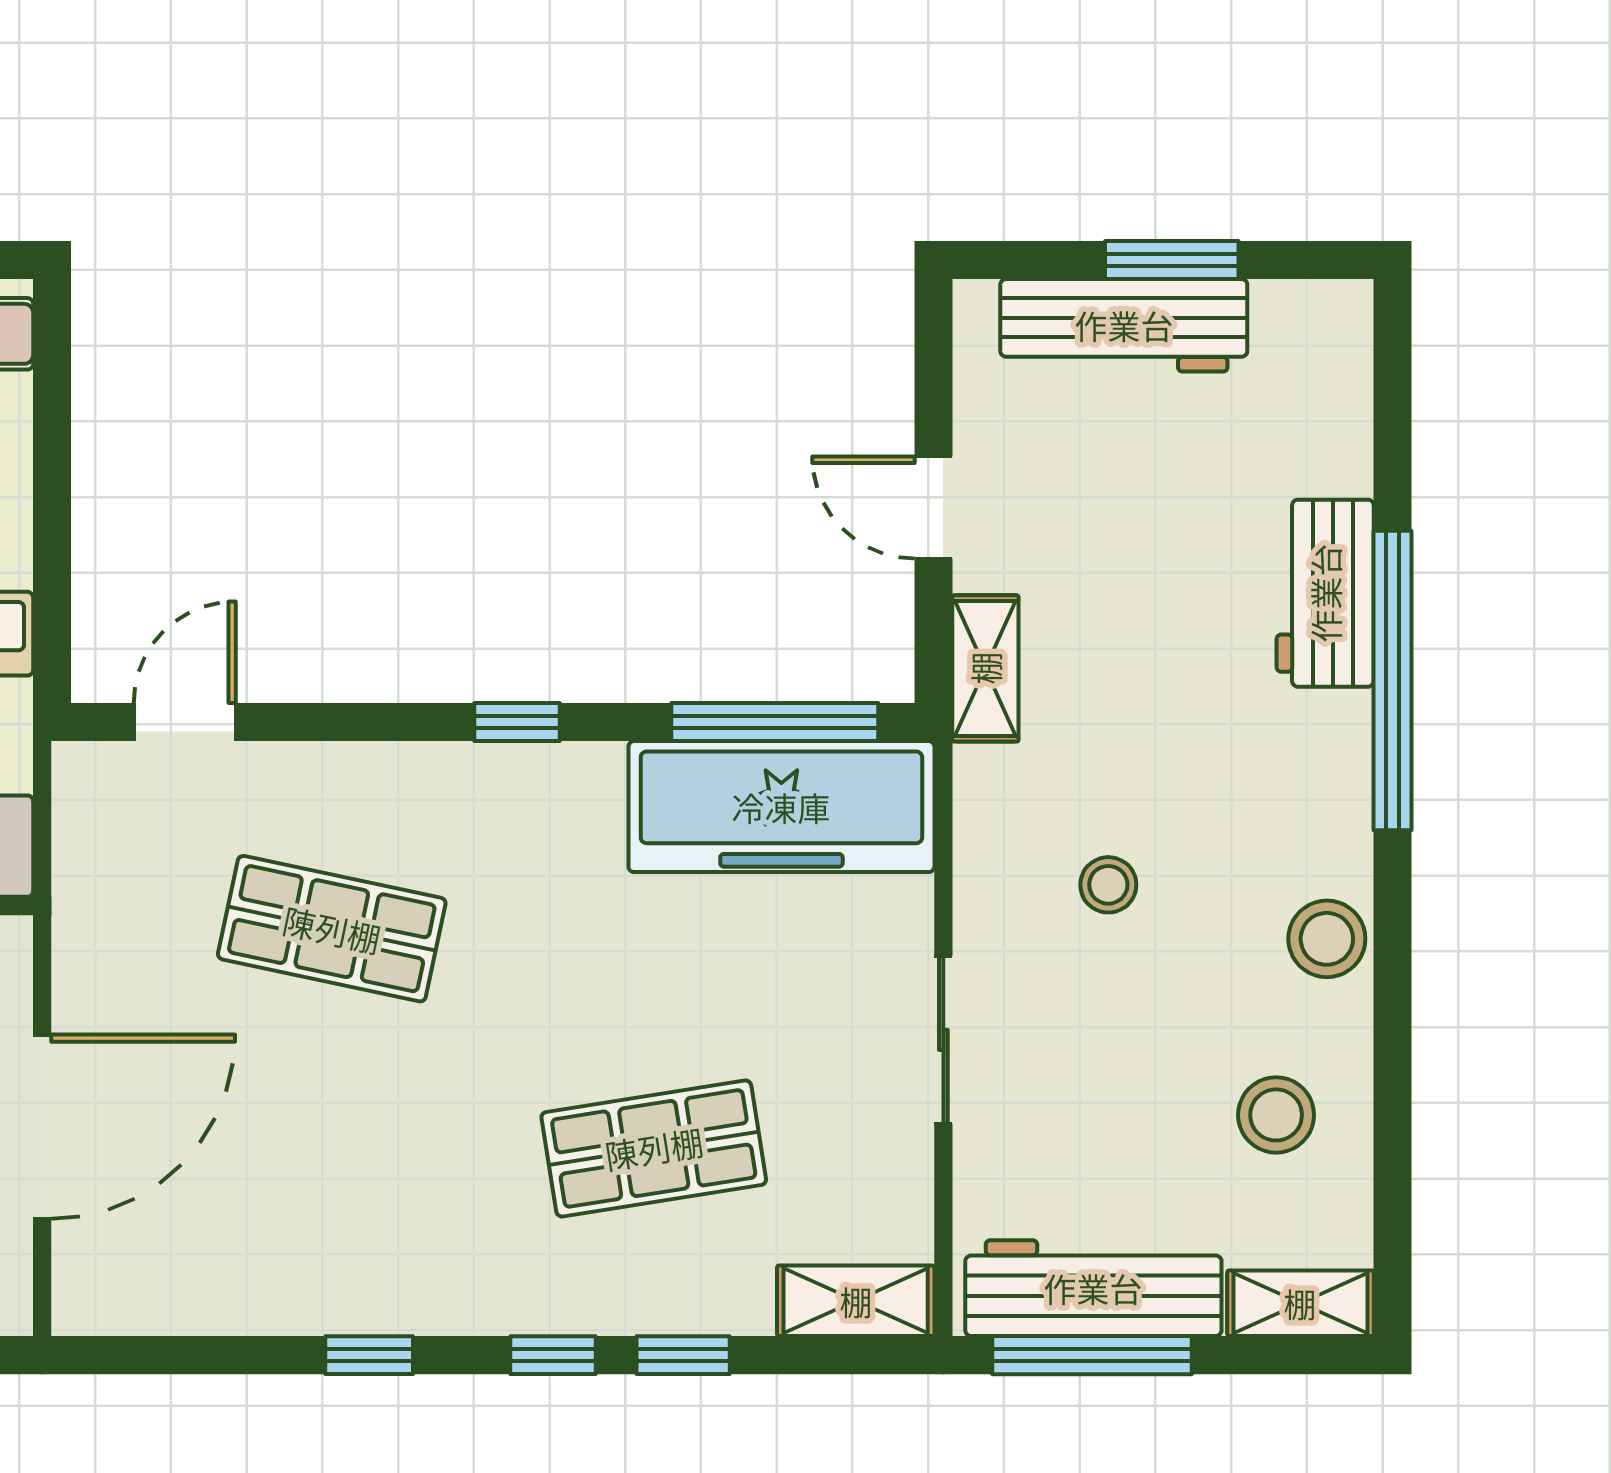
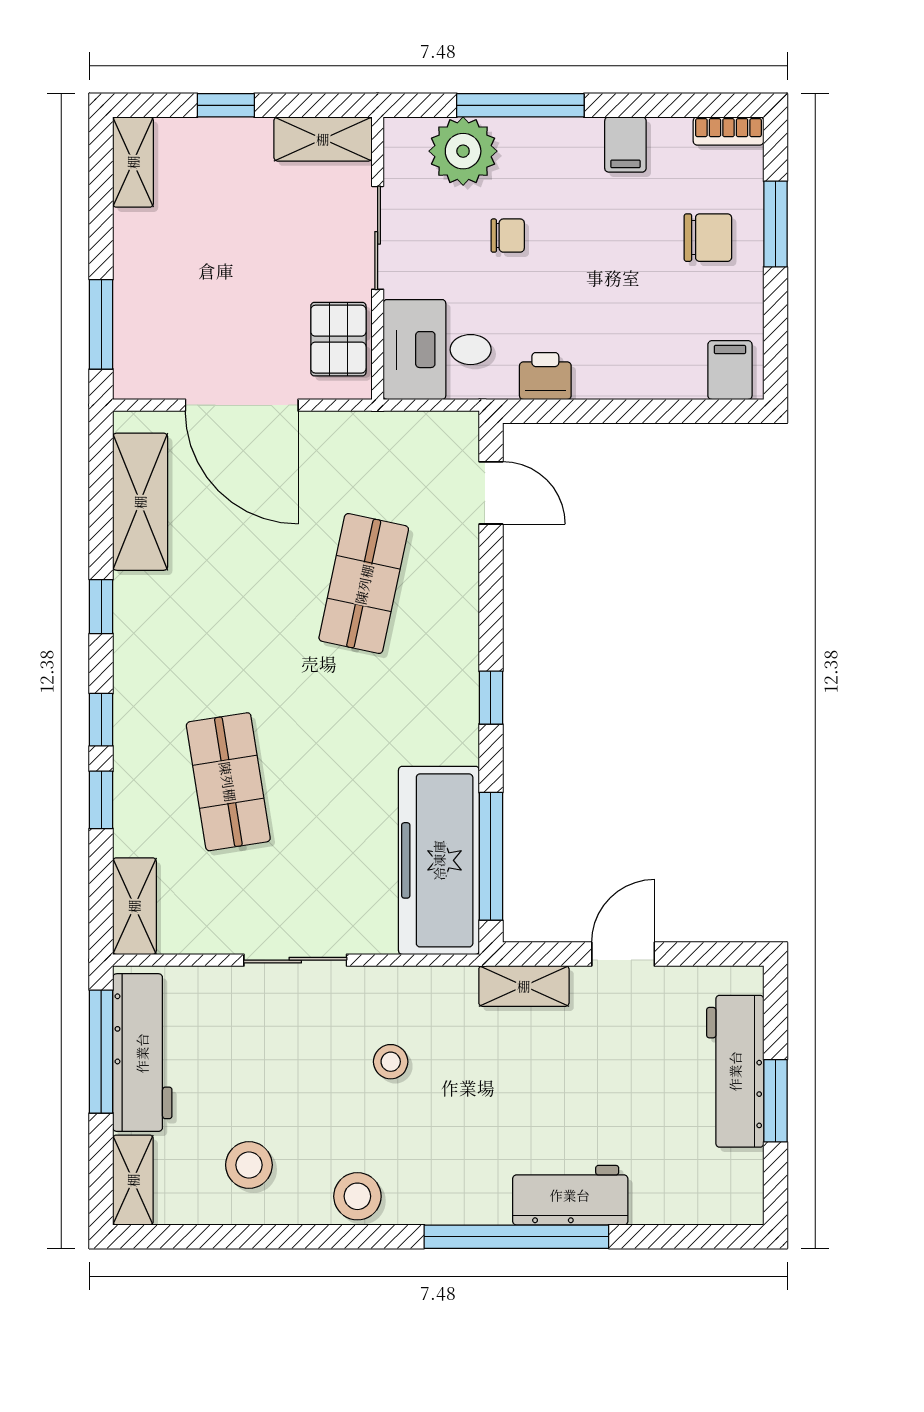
shelving: (199, 1292) -> (140, 502), added

